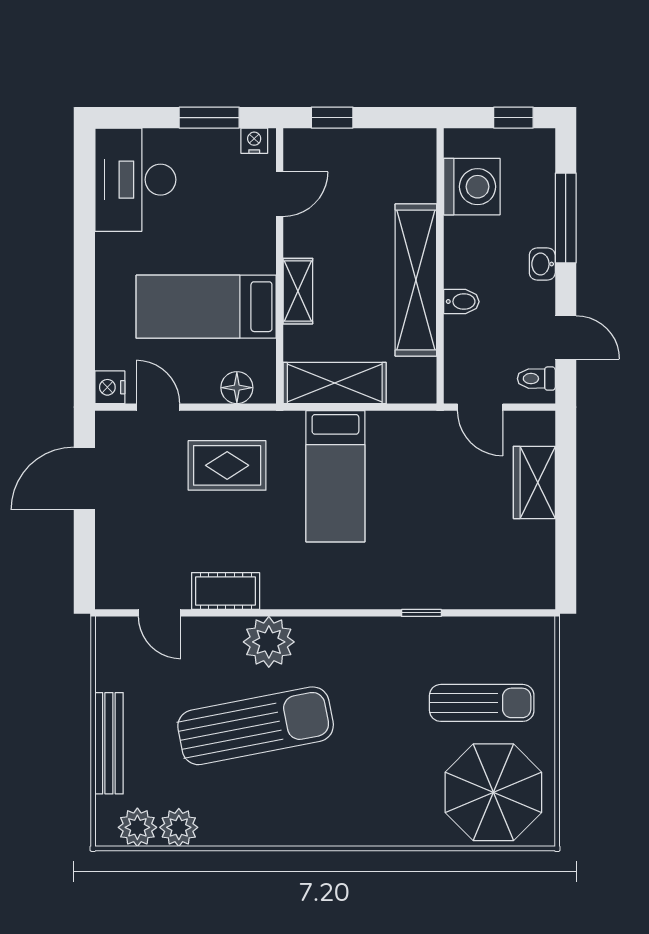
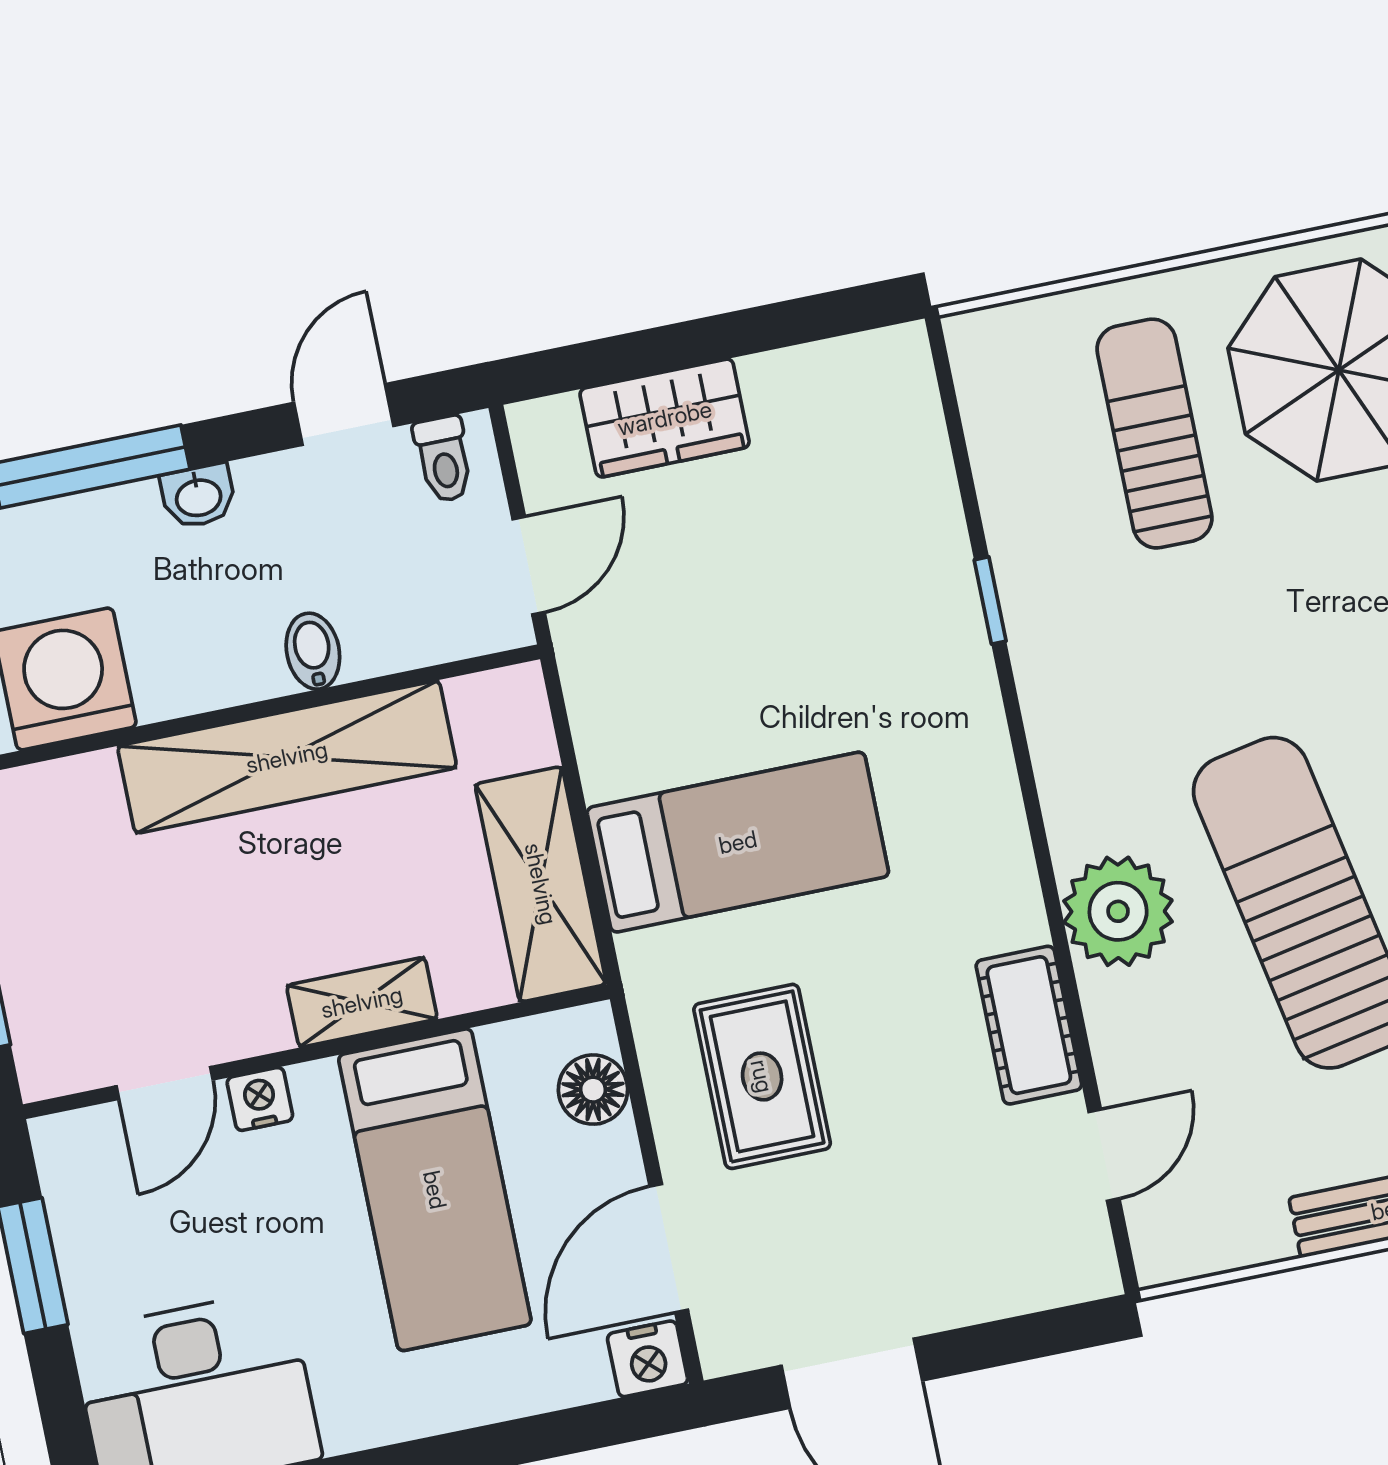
nightstand: (254, 141) -> (260, 1099), moved, turned 90
door: (280, 194) -> (165, 1083), swing flipped
door: (158, 407) -> (669, 1248), width x1.38

